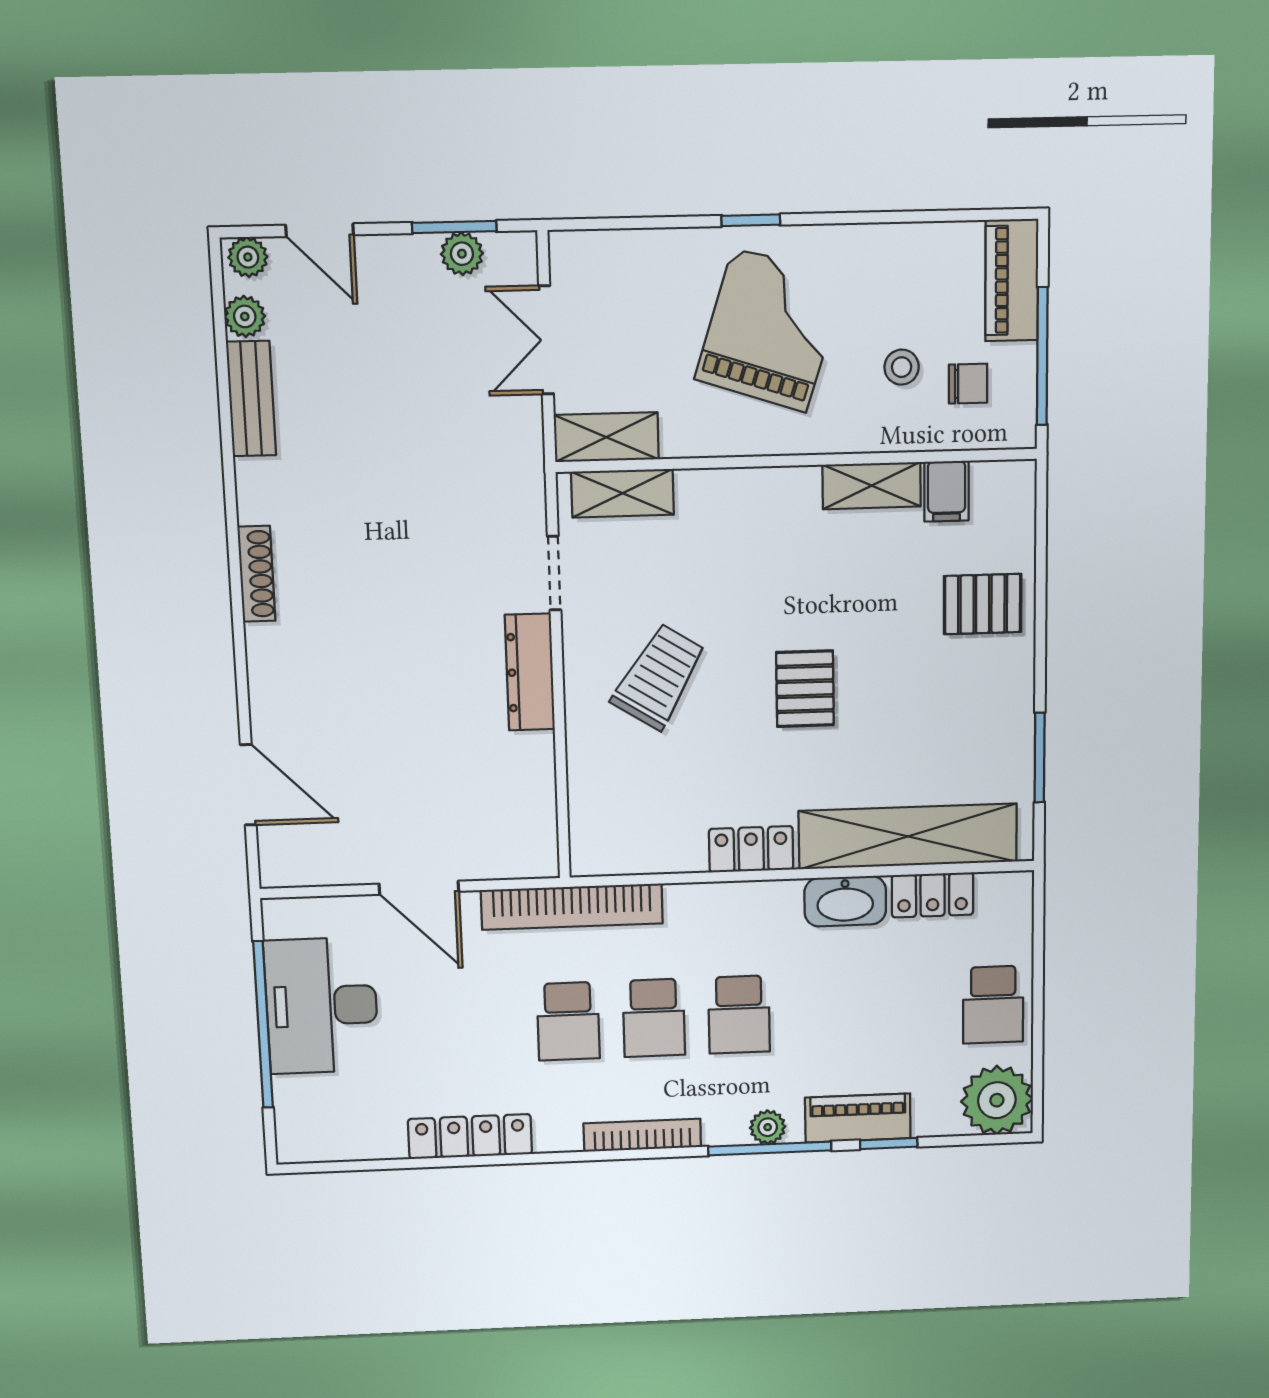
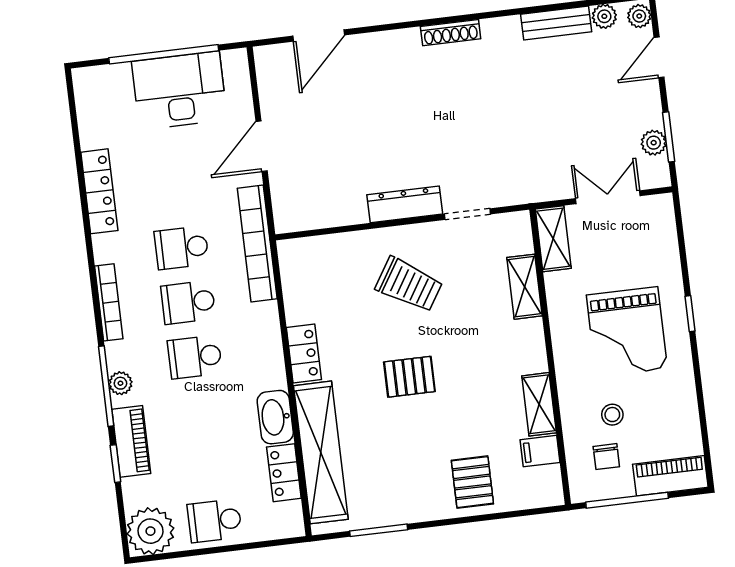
grand piano: (770, 330) -> (627, 332), turned 72
shelving: (623, 493) -> (524, 287), moved

